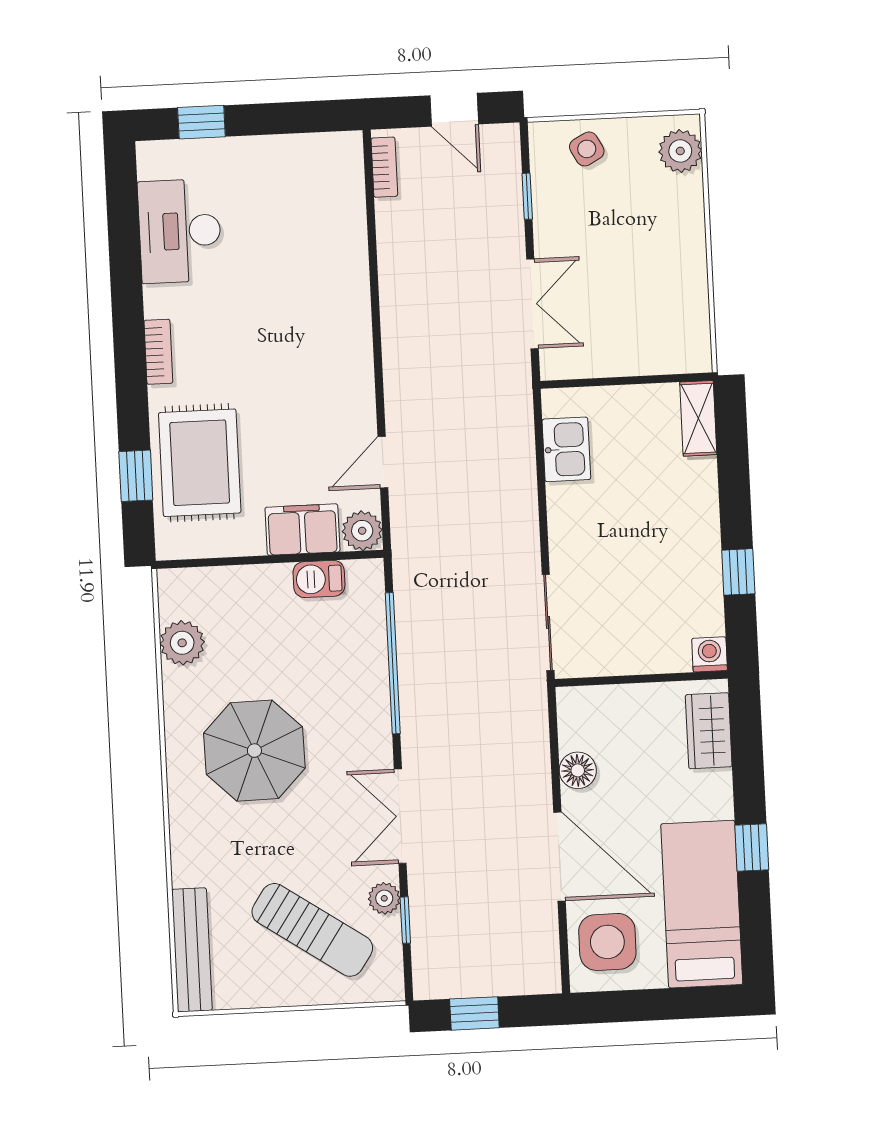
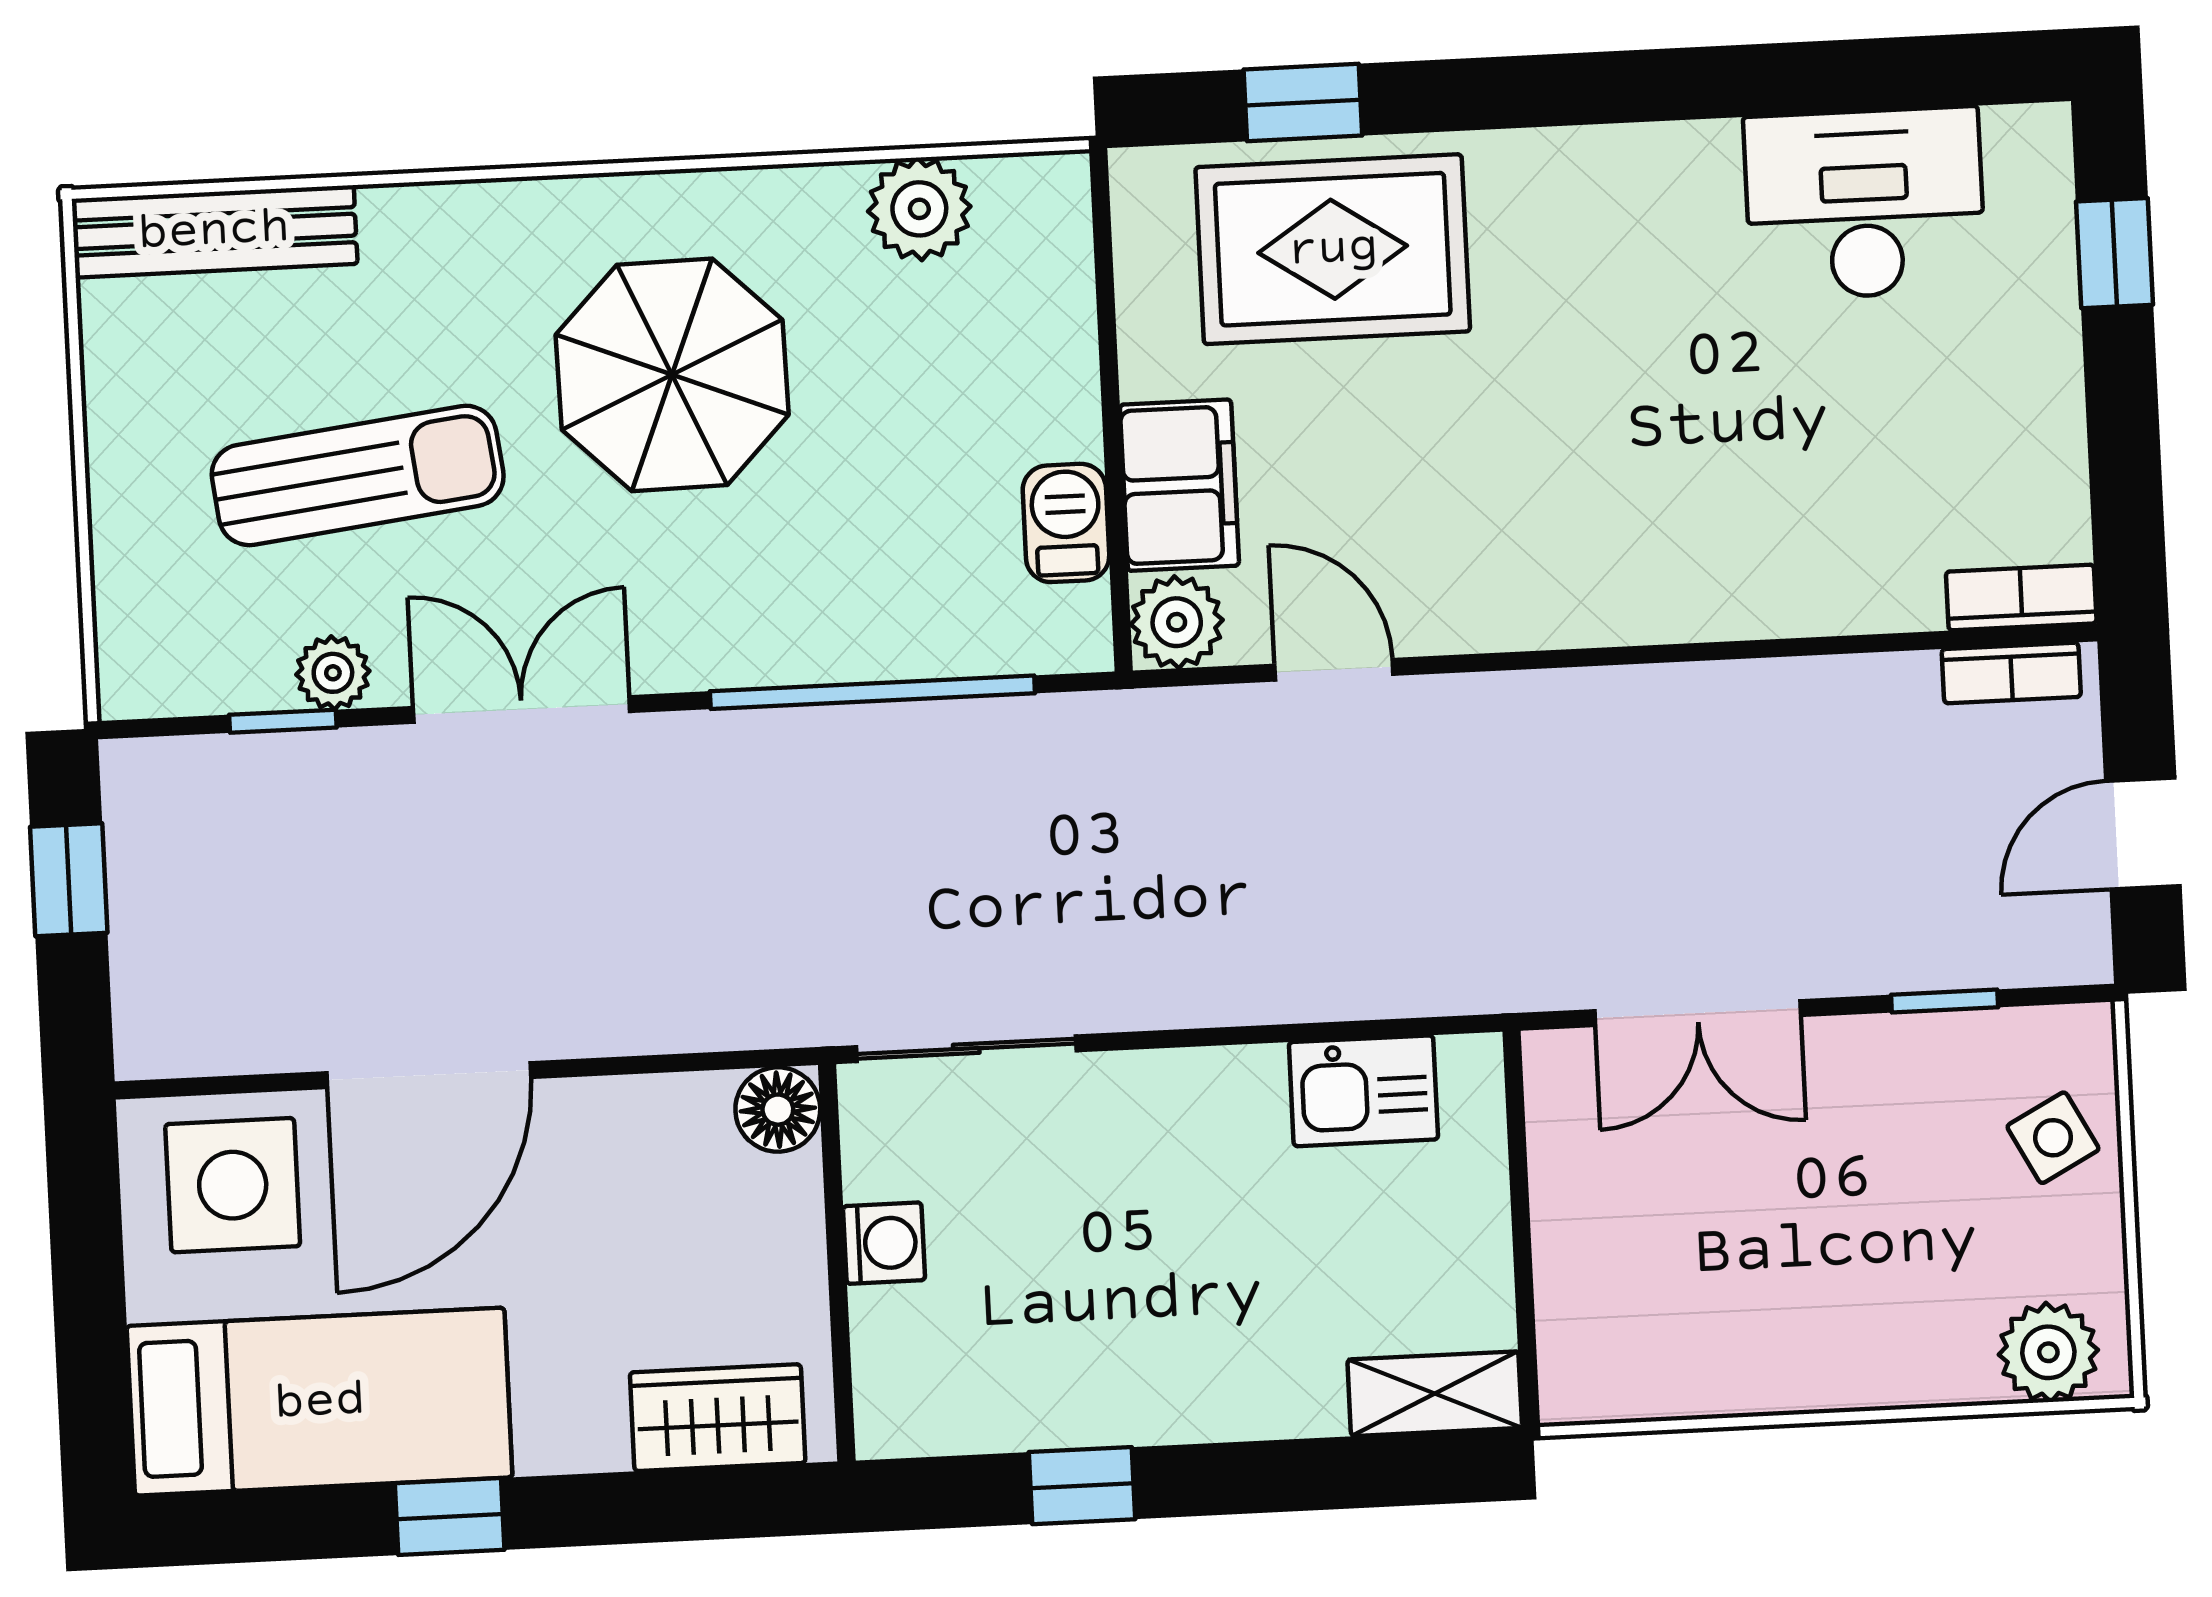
bookcase: (158, 352) -> (2021, 597), moved, turned 180
washing machine: (710, 654) -> (884, 1243), moved
floor lamp: (578, 770) -> (778, 1110), moved
sun lounger: (312, 930) -> (358, 475), moved, turned -131

